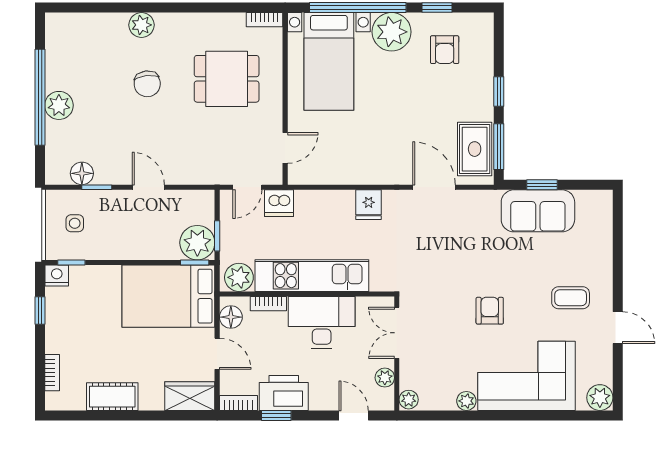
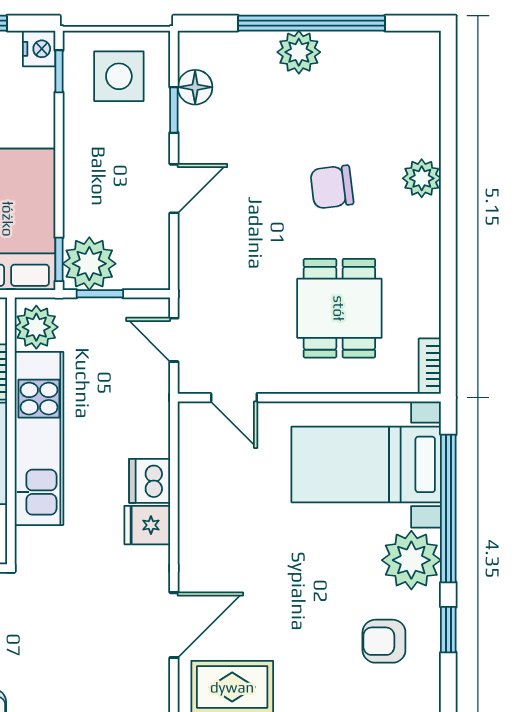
dishwasher: (279, 203) -> (150, 481), moved
side table: (75, 223) -> (119, 76), width x1.87, depth x1.87

